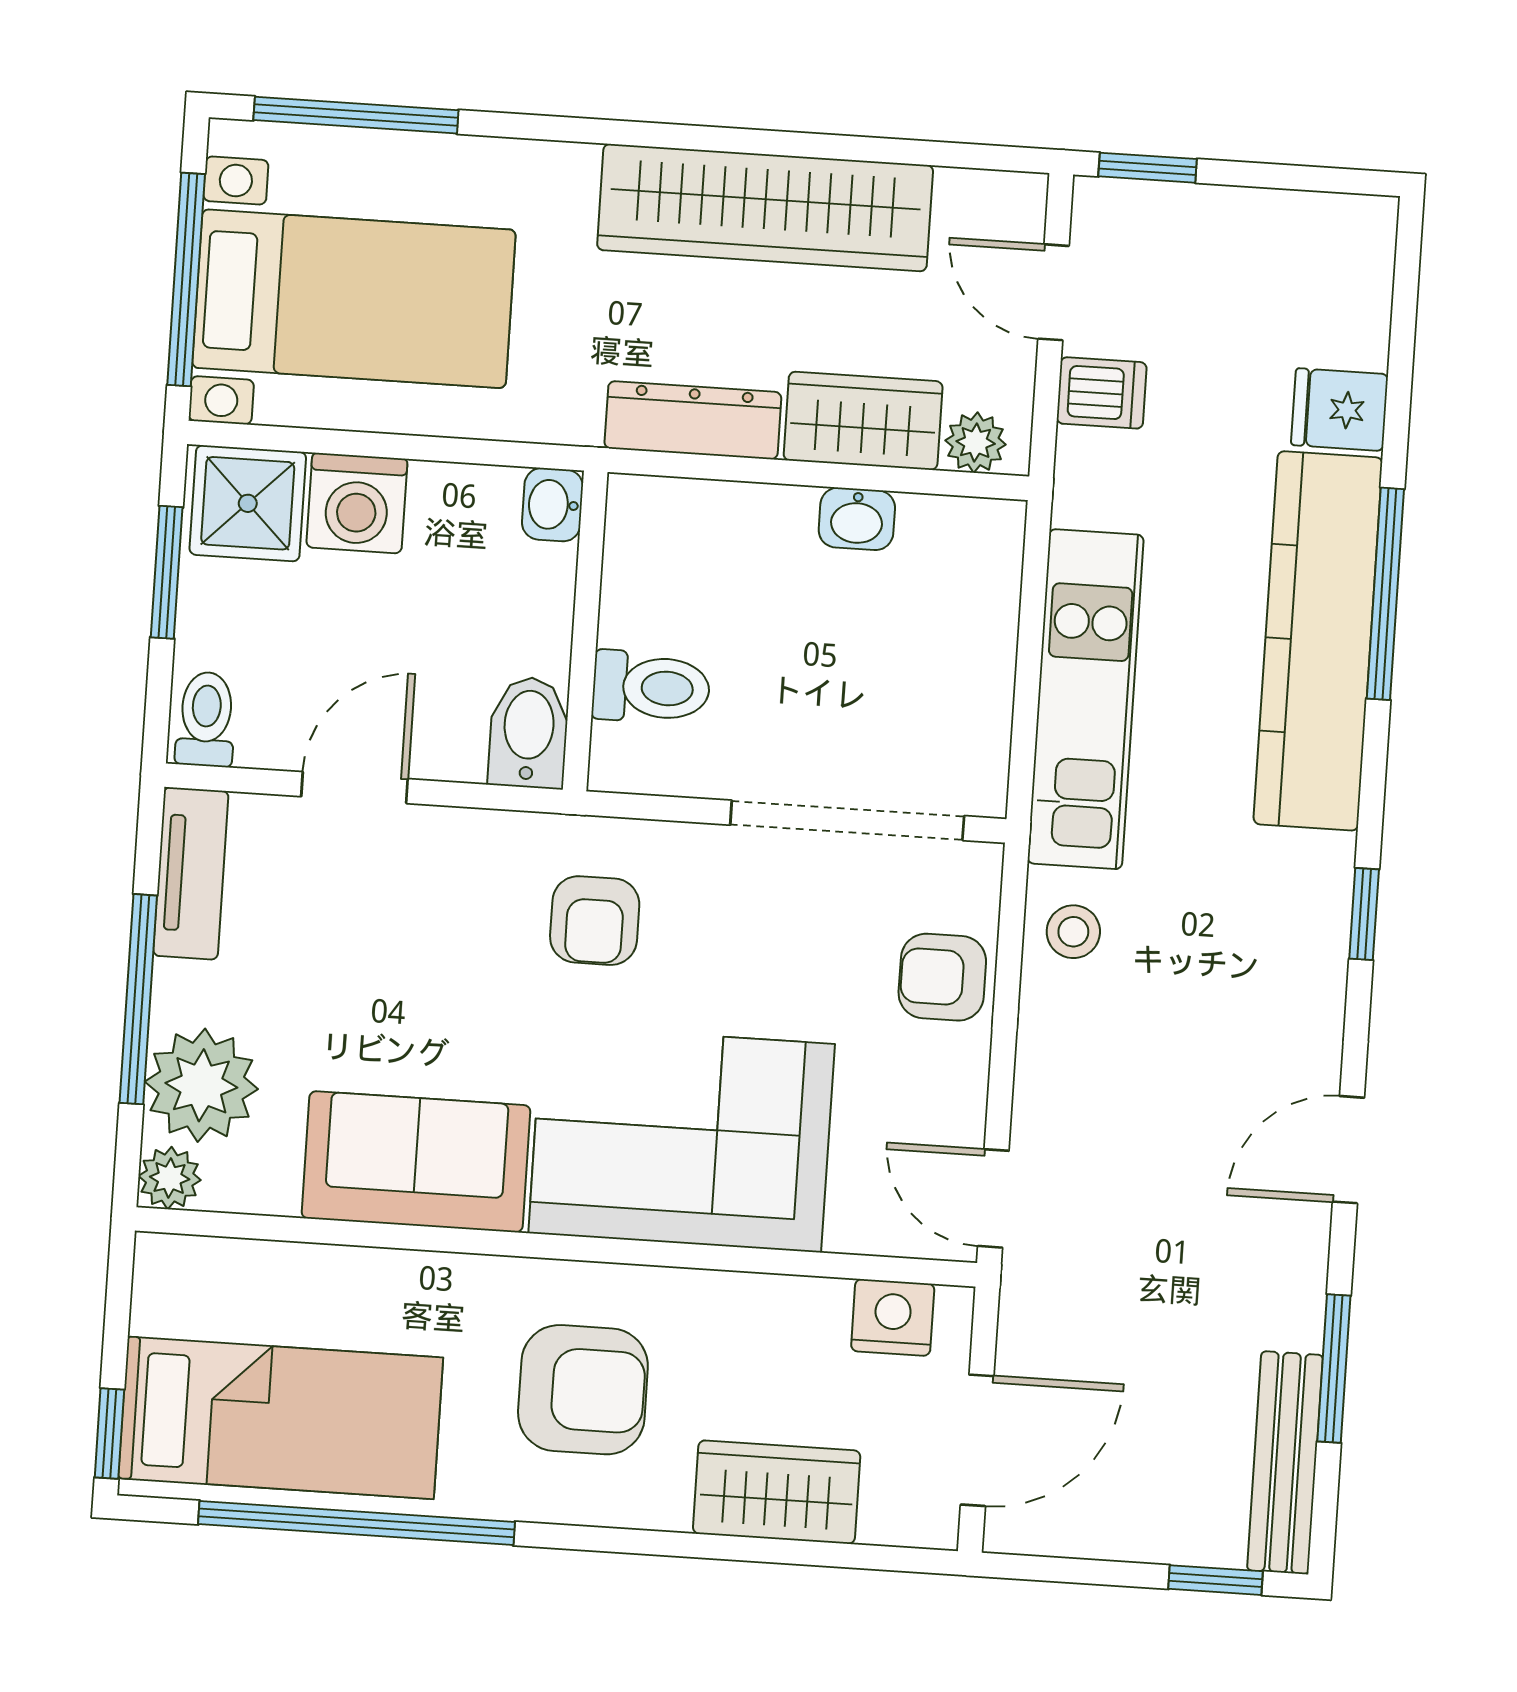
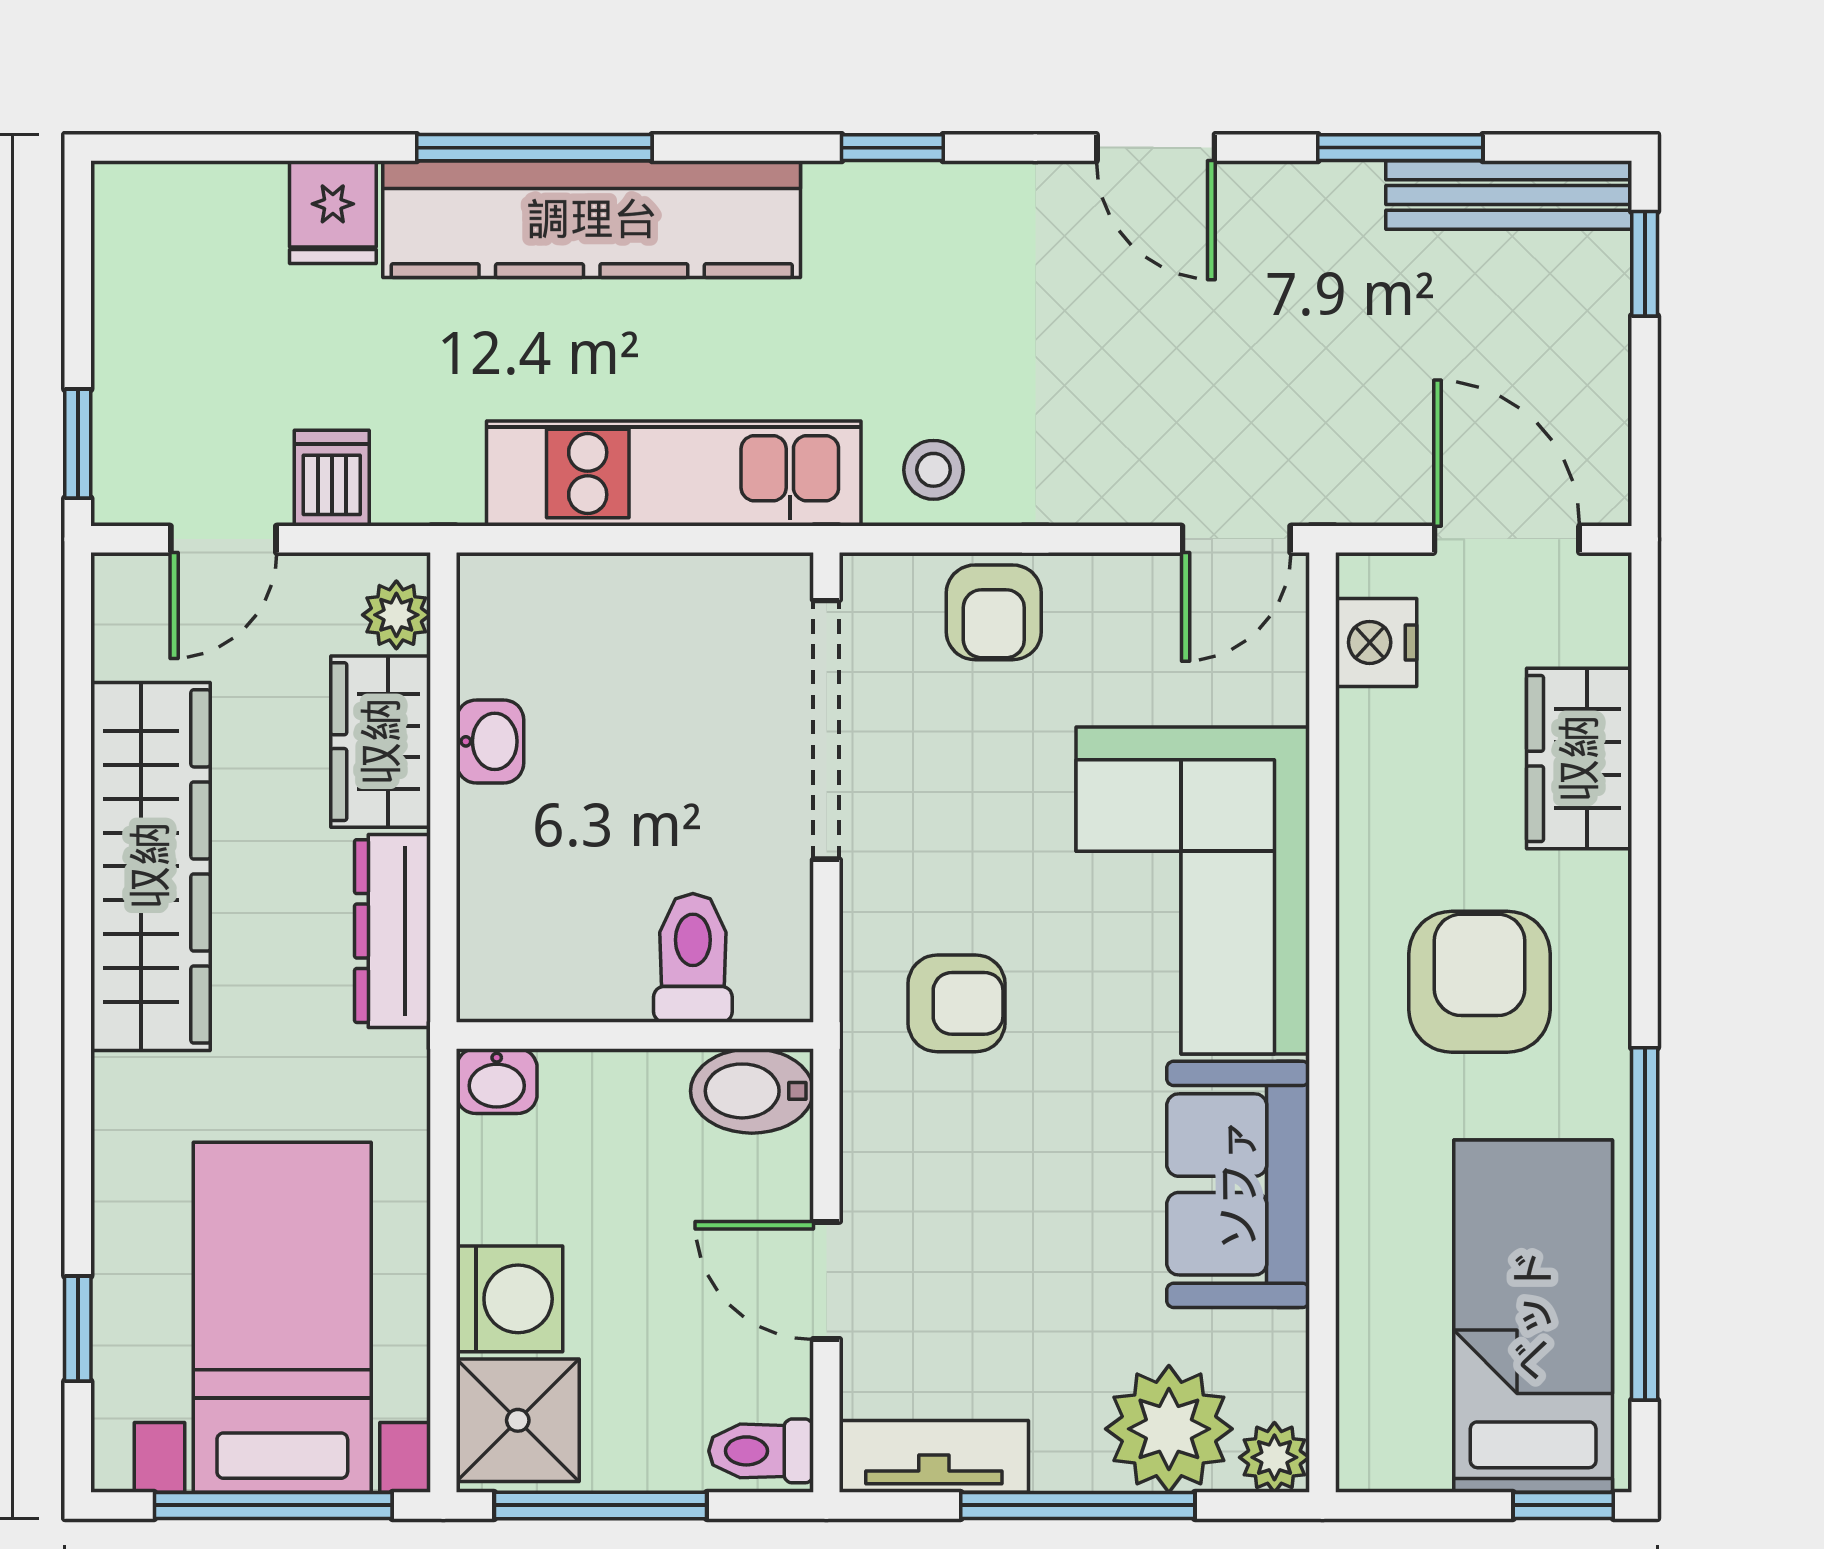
window: (356, 115) -> (78, 1329), width x0.46
window: (167, 572) -> (601, 1505), width x1.44

